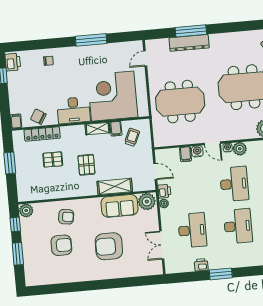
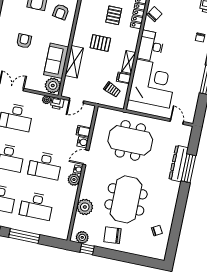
meeting table: (180, 102) -> (130, 140), turned 90
armchair: (109, 246) -> (24, 41), width x0.53, depth x0.53

